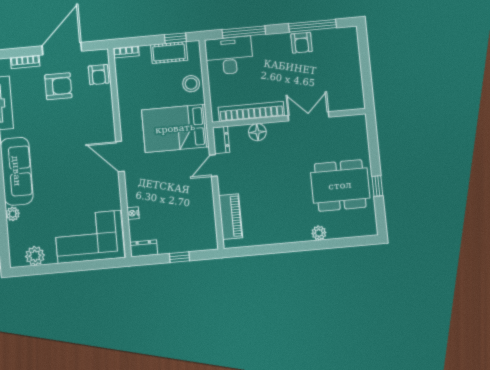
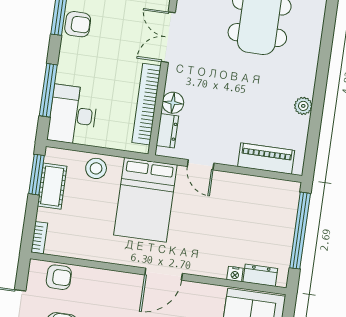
window: (175, 38) -> (36, 175), width x1.50
dresser: (221, 140) -> (167, 131), moved, turned 90
plant: (319, 233) -> (303, 106), moved
dresser: (144, 248) -> (260, 275), moved, turned 90
window: (179, 257) -> (300, 231), width x3.17

